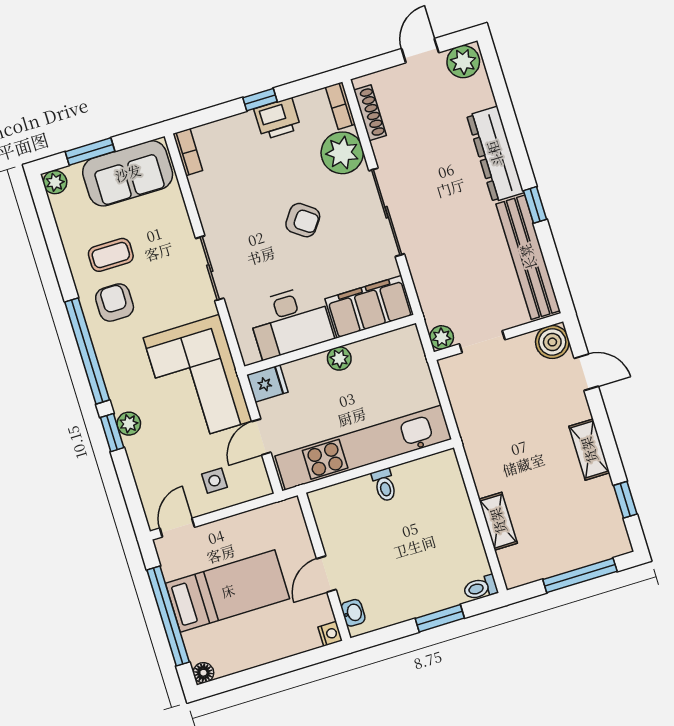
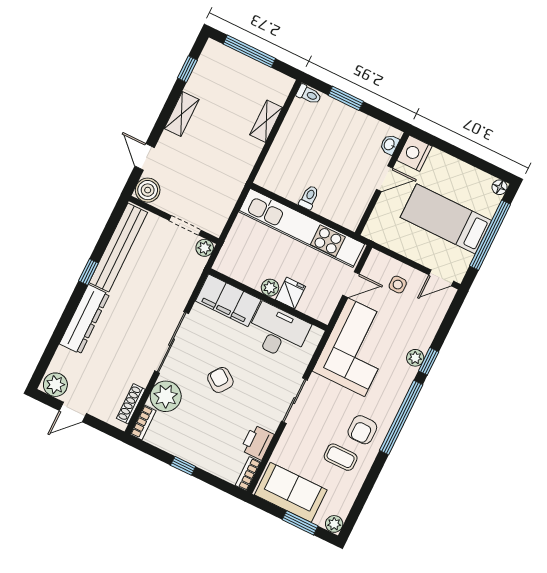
printer: (277, 119) -> (257, 442), moved, turned -90
fridge: (267, 383) -> (291, 293), moved, turned 90
nightstand: (330, 634) -> (414, 153), width x1.89, depth x1.79

